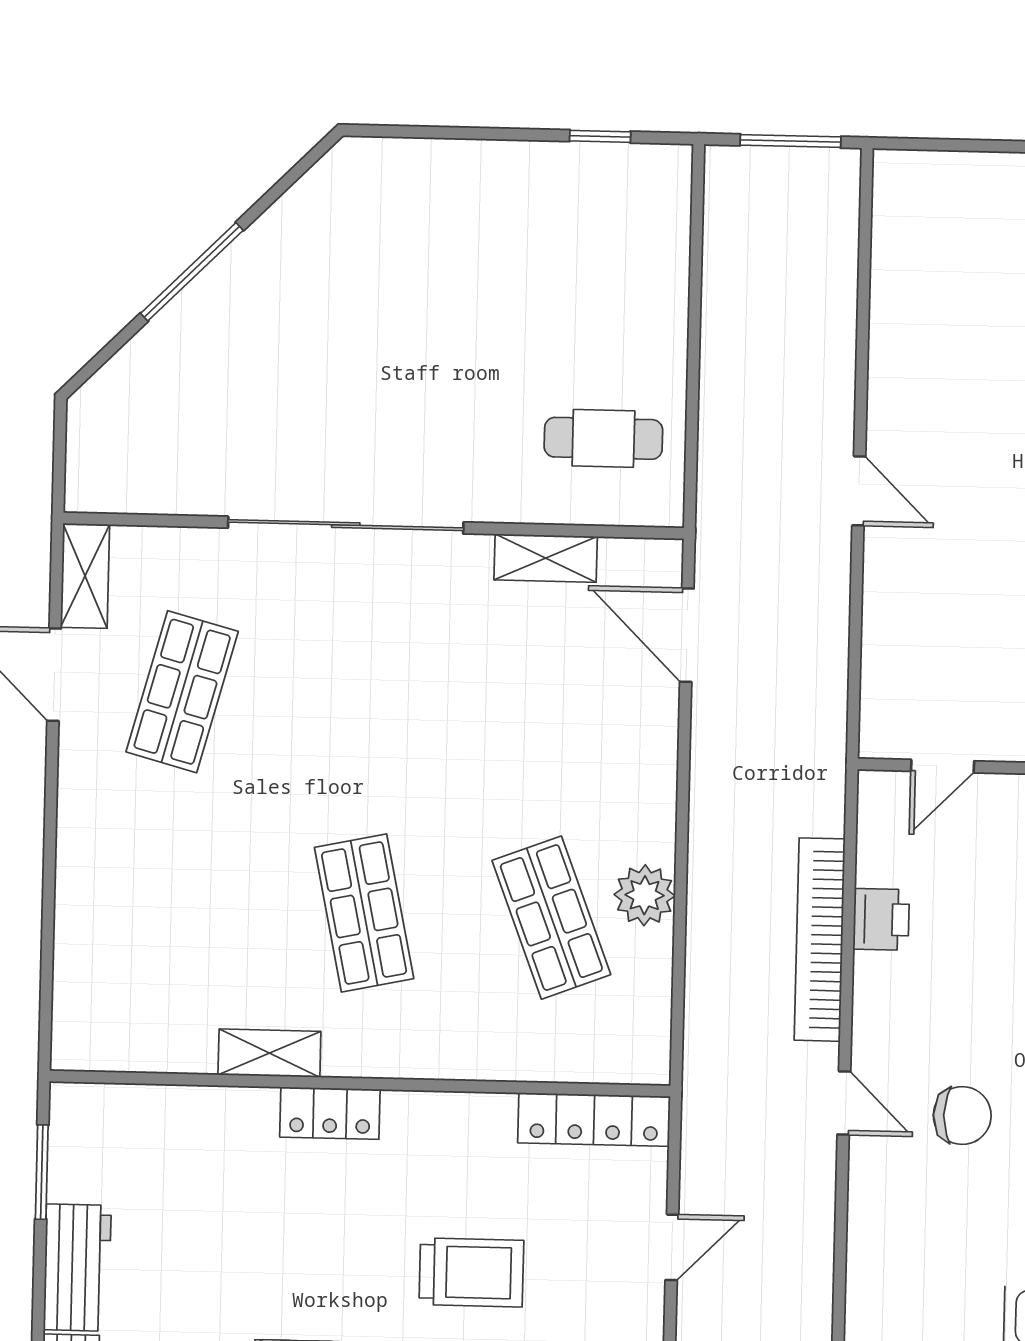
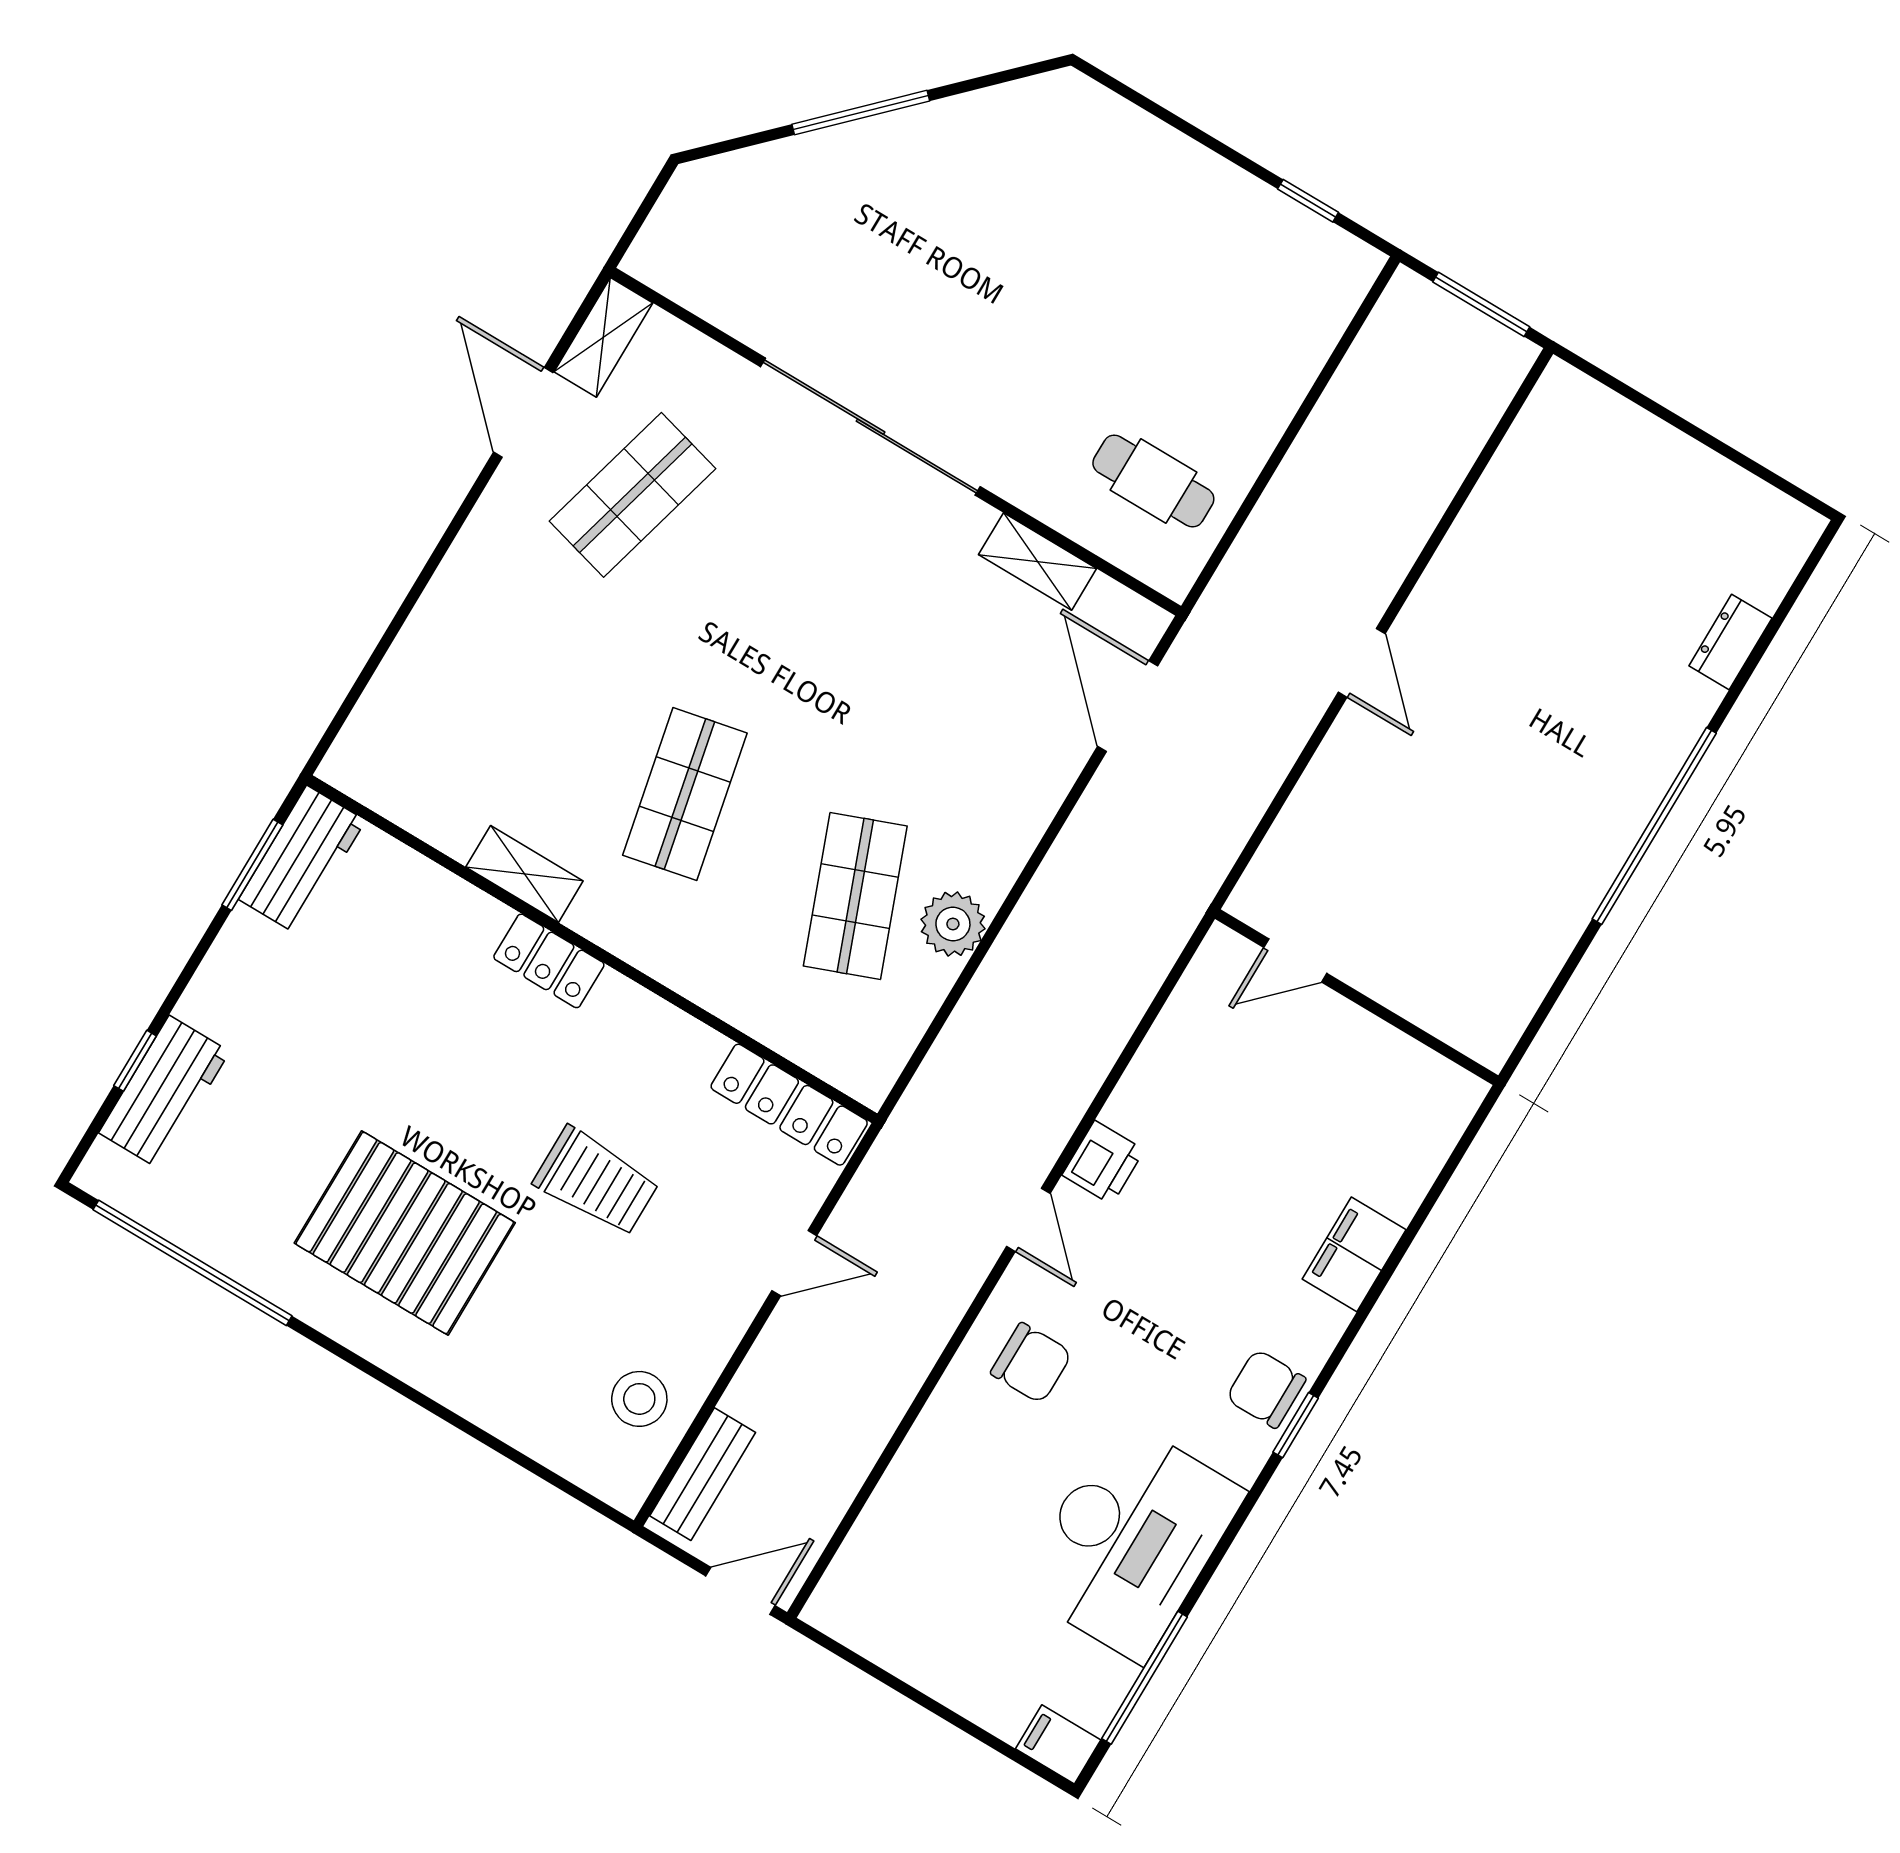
printer: (881, 919) -> (1103, 1163), moved
bookcase: (820, 940) -> (1091, 1056), removed
chair: (962, 1116) -> (1031, 1363), moved
workbench: (77, 1268) -> (302, 860), moved

